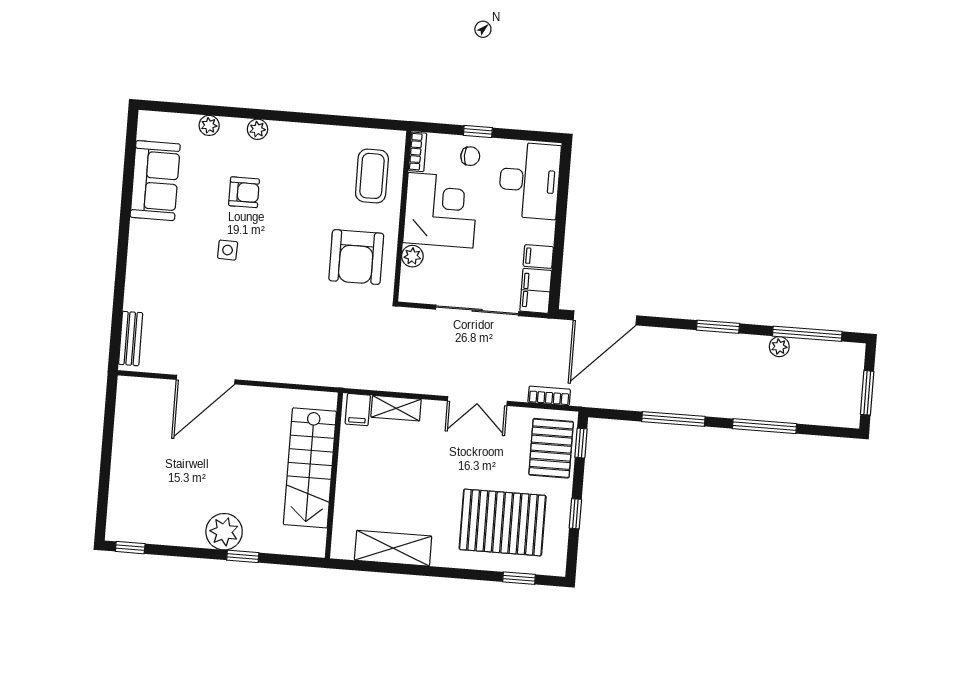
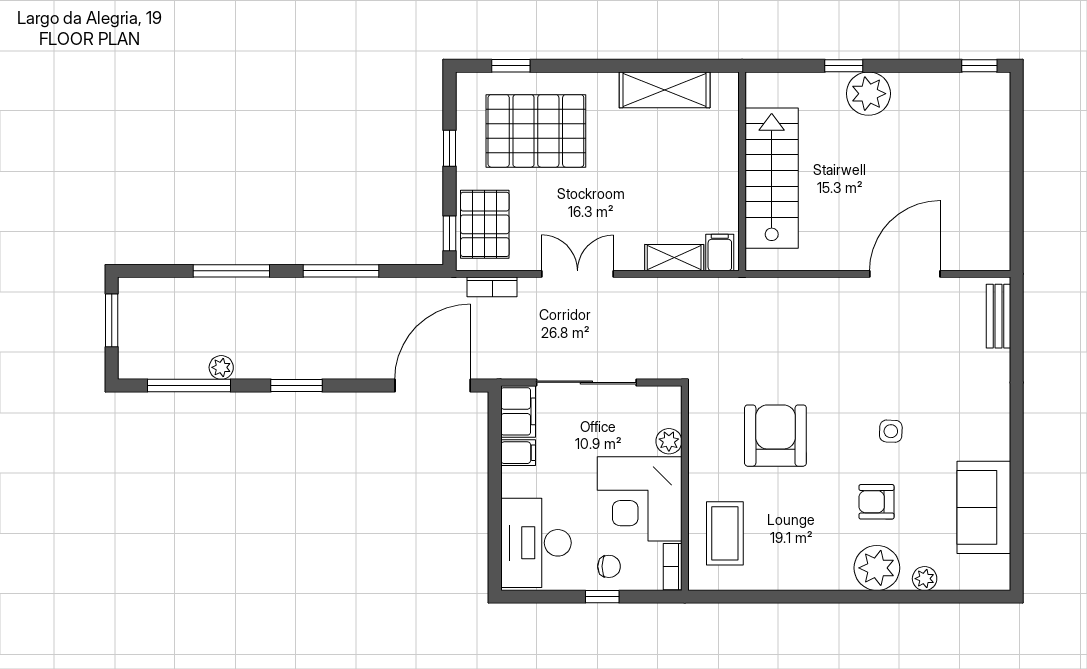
plant: (257, 129) -> (877, 568), width x1.88, depth x1.88
chair: (470, 156) -> (609, 566), turned 180
armchair: (356, 257) -> (775, 436), moved

